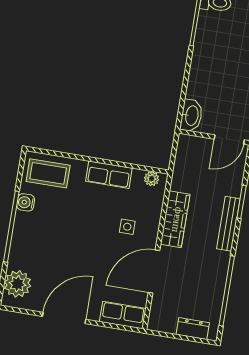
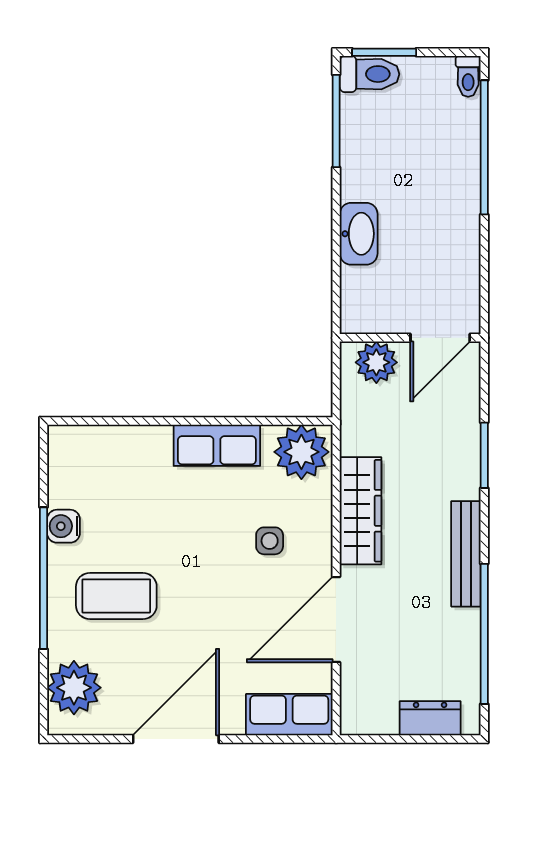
washbasin: (191, 116) -> (359, 234), moved
plant: (195, 146) -> (376, 362), added
coffee table: (48, 173) -> (116, 596), moved
plant: (152, 179) -> (301, 452), width x1.87, depth x1.87
bench: (228, 224) -> (466, 554), moved

